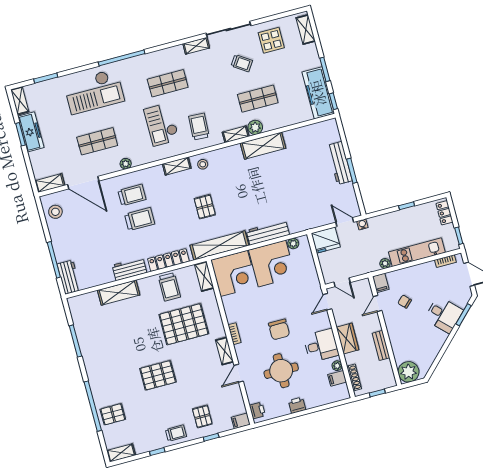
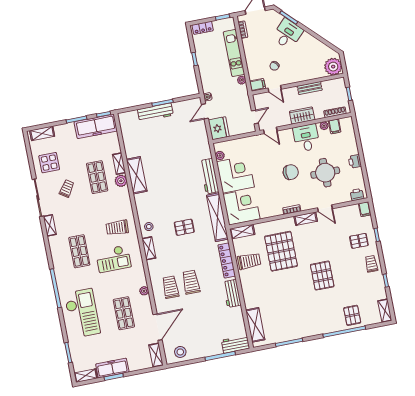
shelving: (236, 134) -> (119, 164), moved
shelving: (119, 293) -> (255, 325), moved

